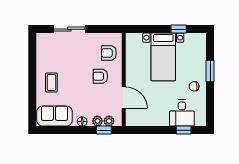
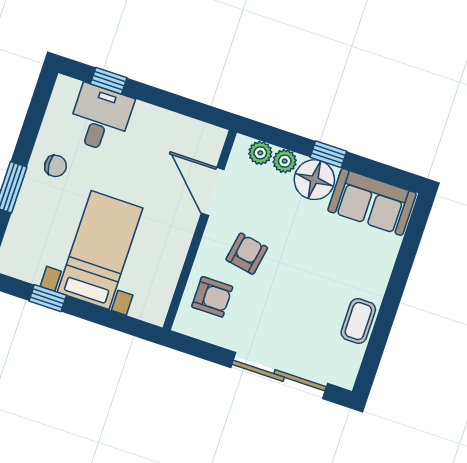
sliding door: (69, 29) -> (279, 376), width x1.37
armchair: (100, 76) -> (247, 254), turned -80
coffee table: (51, 82) -> (358, 321), moved
floor lamp: (82, 121) -> (314, 180), width x1.89, depth x1.89
window: (104, 130) -> (328, 154), moved

